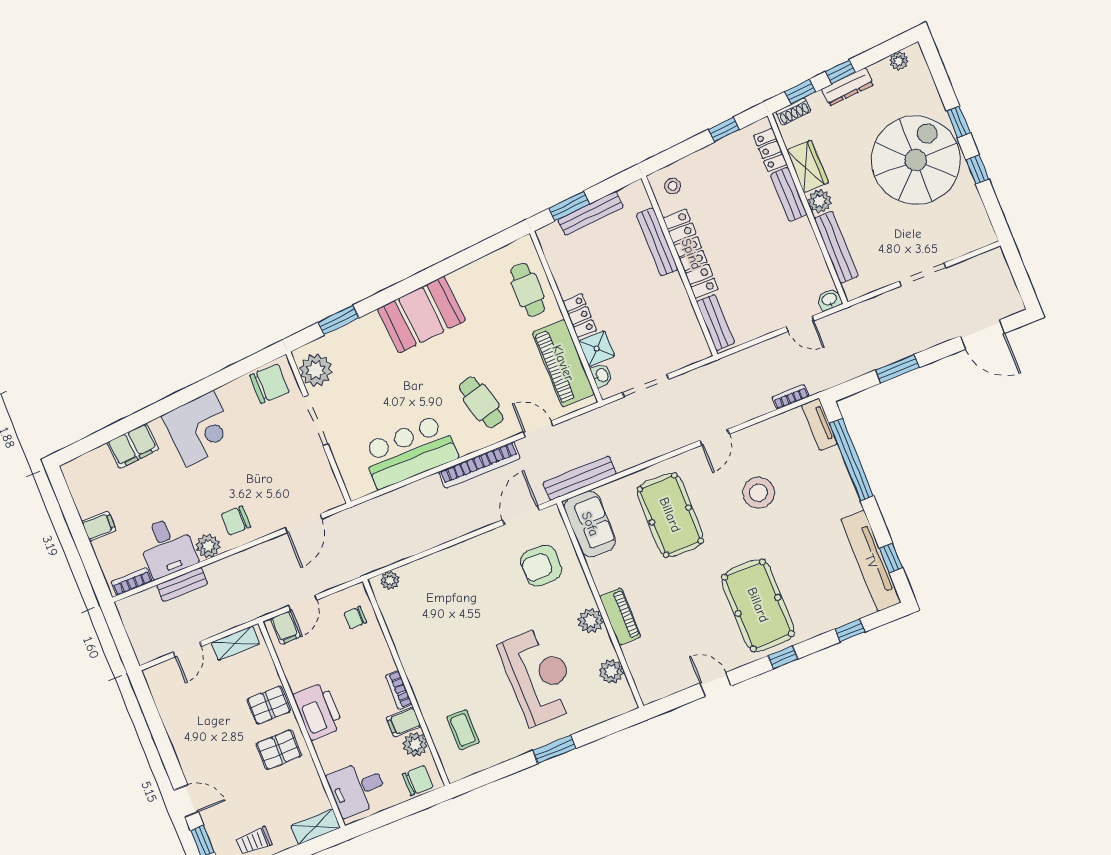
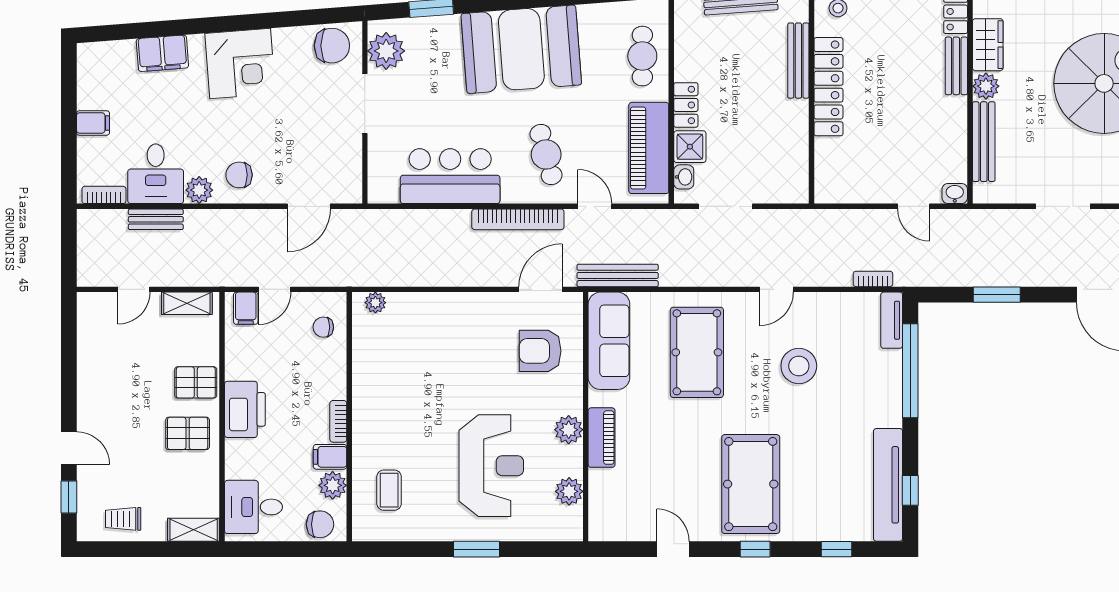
booth: (421, 315) -> (521, 49), width x1.36, depth x1.42
bench: (716, 322) -> (826, 169), removed
sofa: (590, 524) -> (609, 341), width x1.36

